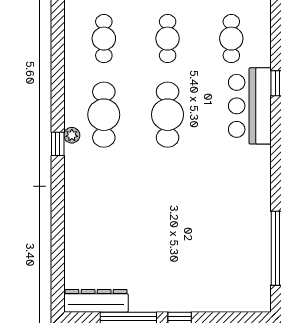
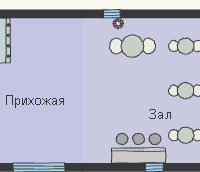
cafe table: (168, 115) -> (132, 91), removed

